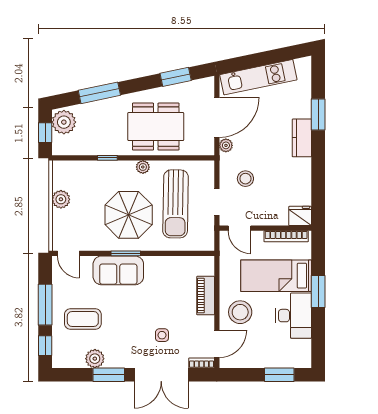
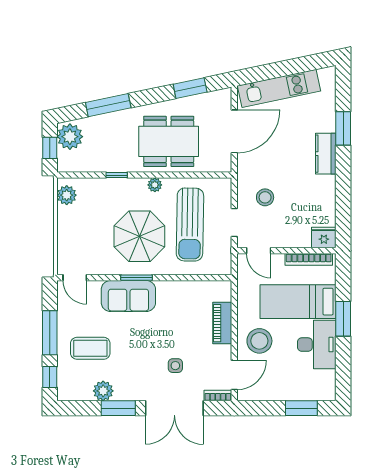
plant: (226, 145) -> (244, 162), removed
plant: (61, 199) -> (67, 195), moved

